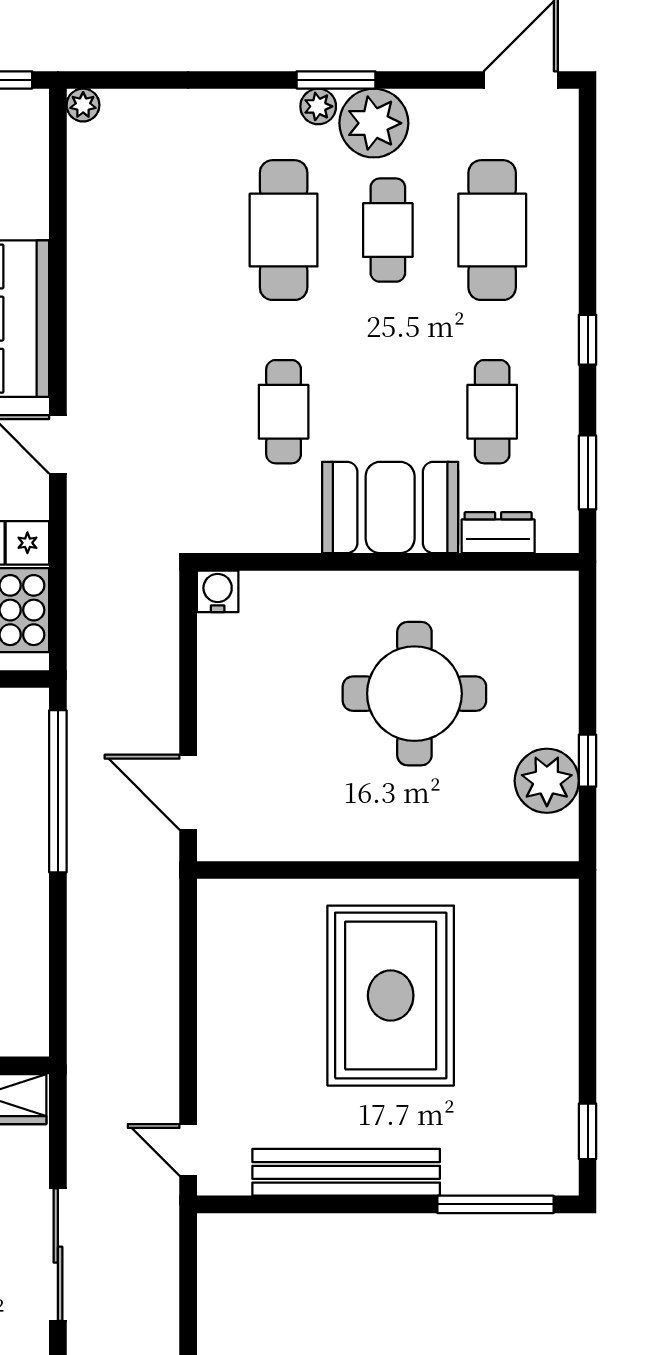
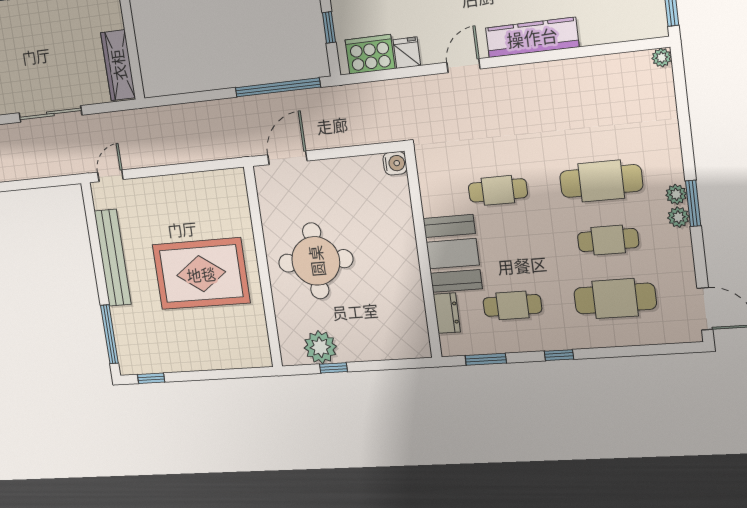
plant: (374, 123) -> (678, 217), width x0.53, depth x0.53
round table: (414, 694) -> (316, 261), moved

